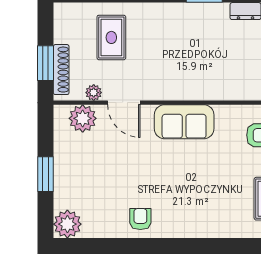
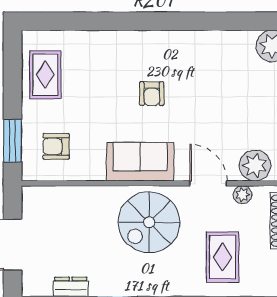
spiral stairs: (176, 68) -> (149, 222), added
armchair: (140, 219) -> (152, 94), moved

